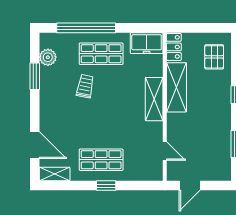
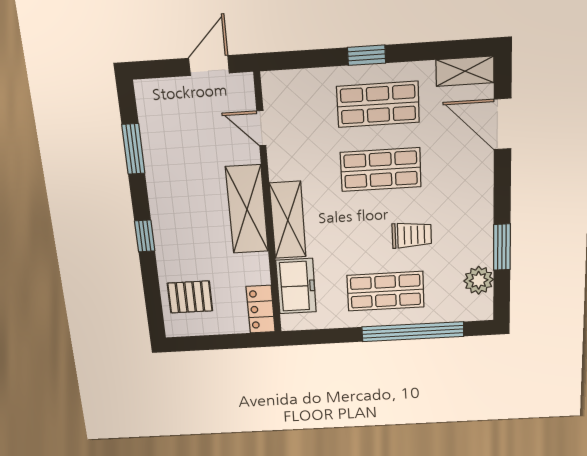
freezer: (147, 43) -> (296, 286), moved, turned 90
pallet: (214, 57) -> (190, 297), turned 90
trolley: (85, 86) -> (412, 235), turned -101
shelving: (176, 87) -> (247, 209), moved
shop shelf: (101, 124) -> (381, 170), added

